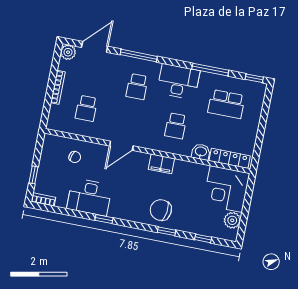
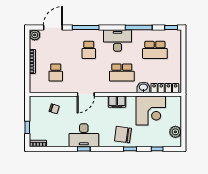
school desk: (176, 126) -> (122, 72), width x1.85
corner desk: (226, 189) -> (151, 110), moved, turned -90
desk: (89, 197) -> (84, 135), moved

